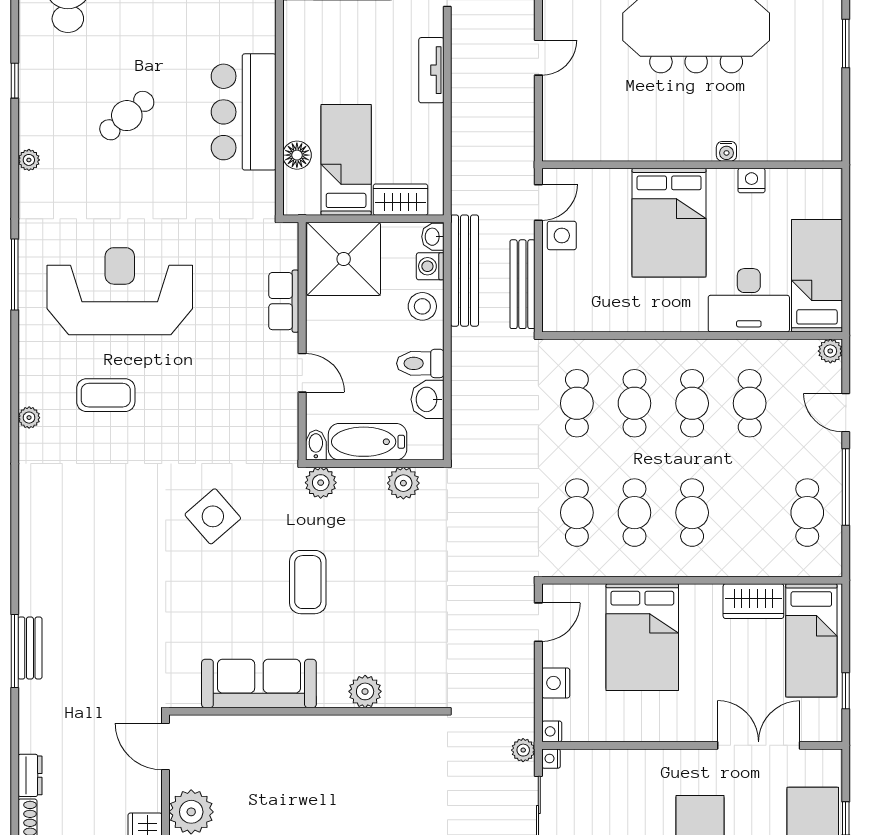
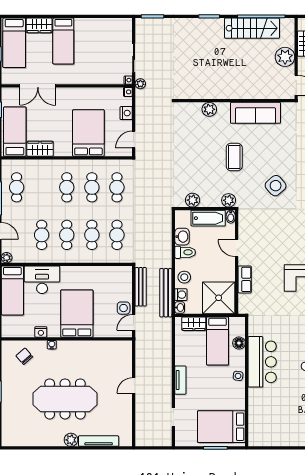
side table: (299, 80) -> (238, 376), added
chair: (790, 125) -> (24, 356), added

